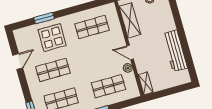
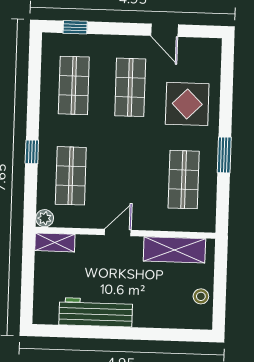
window: (44, 18) -> (224, 155), moved
plant: (128, 68) -> (45, 218), moved

